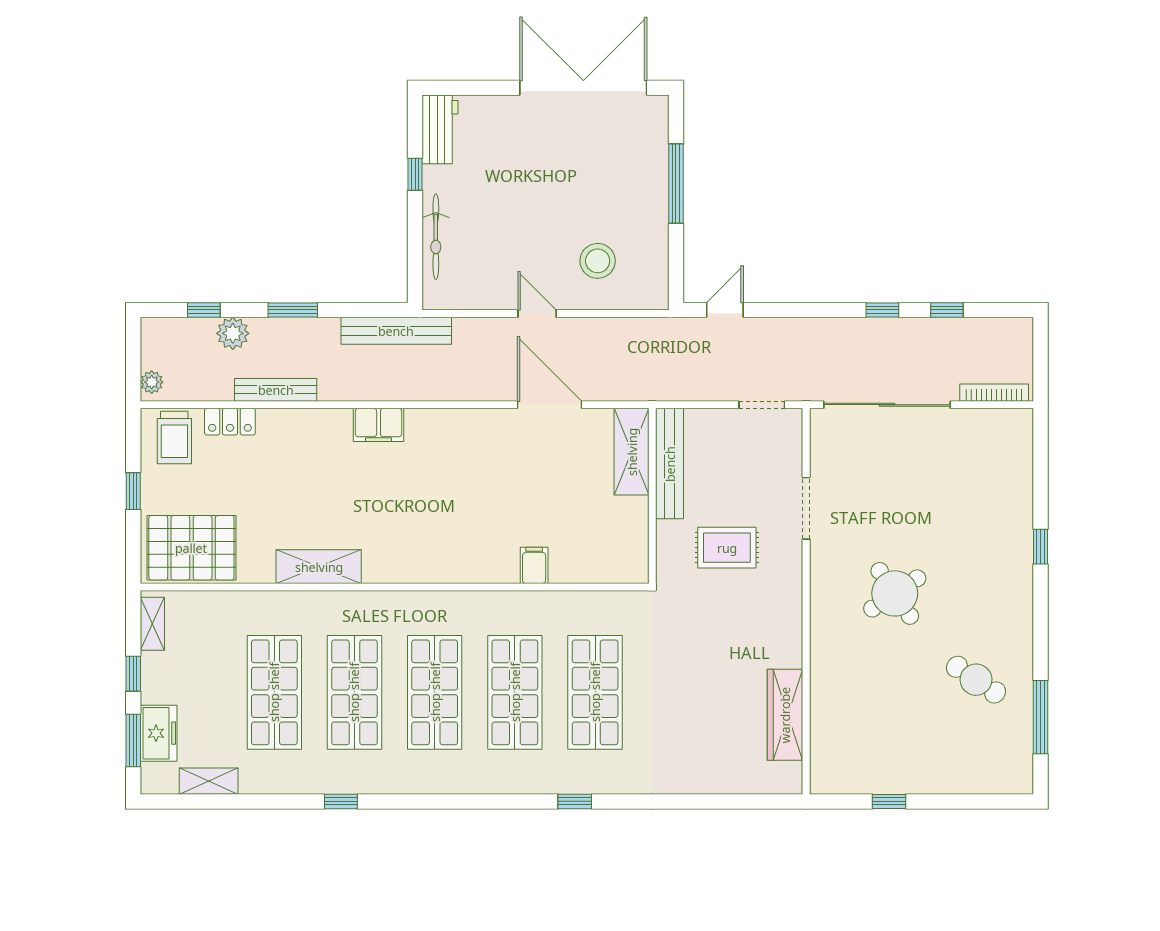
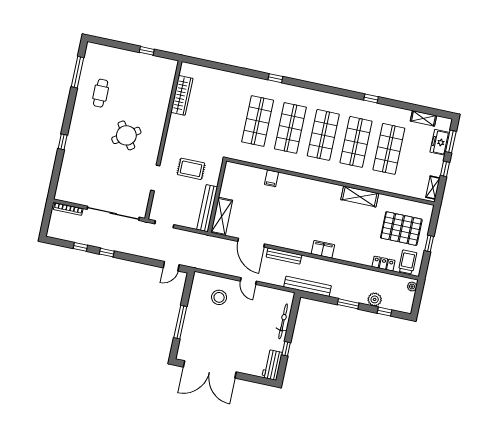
bench: (276, 390) -> (284, 256), moved
pallet: (191, 548) -> (401, 229), moved
cafe table: (976, 680) -> (101, 93), turned 56

